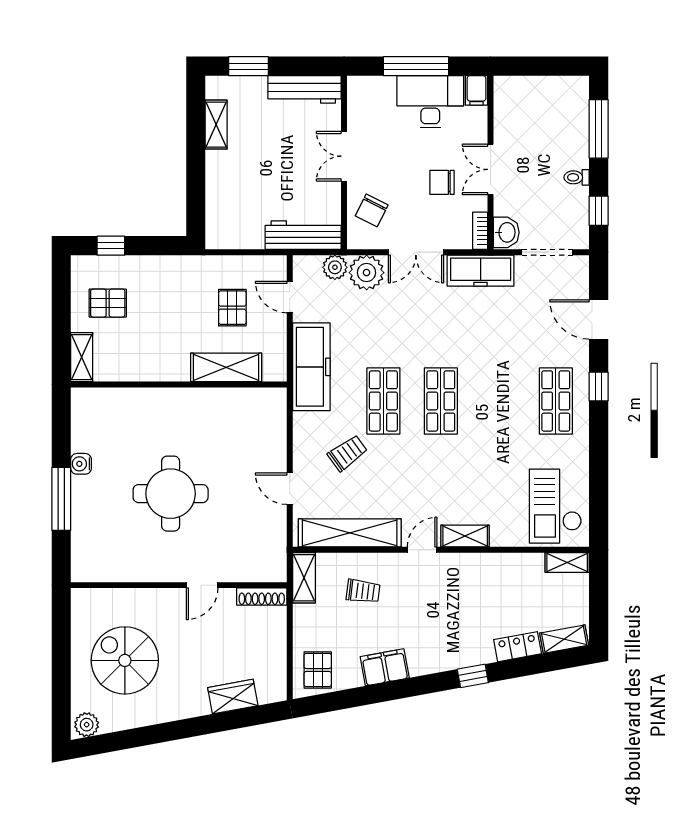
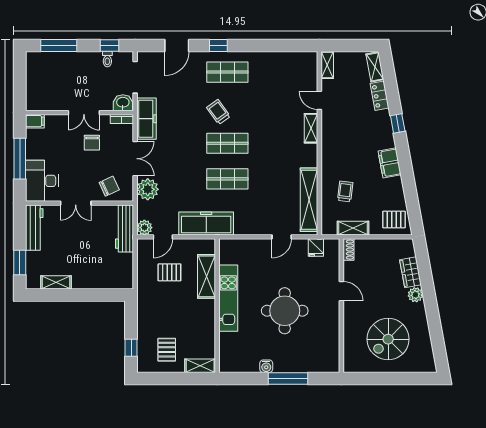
desk: (430, 102) -> (42, 181), moved
toilet: (577, 177) -> (107, 59), moved
chair: (372, 210) -> (109, 186), turned -52
plant: (335, 267) -> (144, 228), moved
kitchen unit: (191, 402) -> (228, 298), added
trolley: (347, 453) -> (218, 112), moved
checkout: (555, 506) -> (292, 72), removed
fridge: (273, 544) -> (316, 248), added
door: (422, 550) -> (319, 100), moved
shelving: (304, 578) -> (353, 228), moved
shoe rack: (262, 597) -> (348, 250), width x0.70
filing cabinet: (385, 667) -> (390, 163), moved
plant: (87, 725) -> (415, 295), moved

